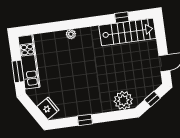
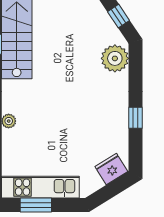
window: (18, 71) -> (36, 205), moved

